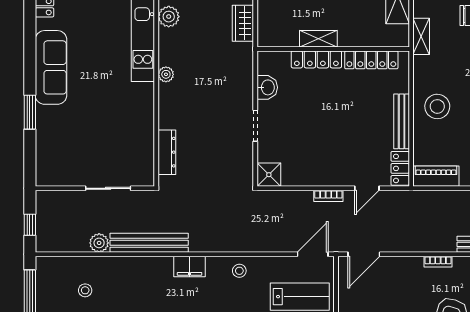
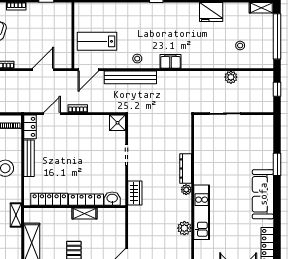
wardrobe: (243, 23) -> (135, 193), moved
washbasin: (267, 87) -> (112, 199), moved, turned 90
dresser: (167, 152) -> (186, 169), moved
bench: (149, 243) -> (130, 77), moved
door: (364, 254) -> (43, 70), moved

